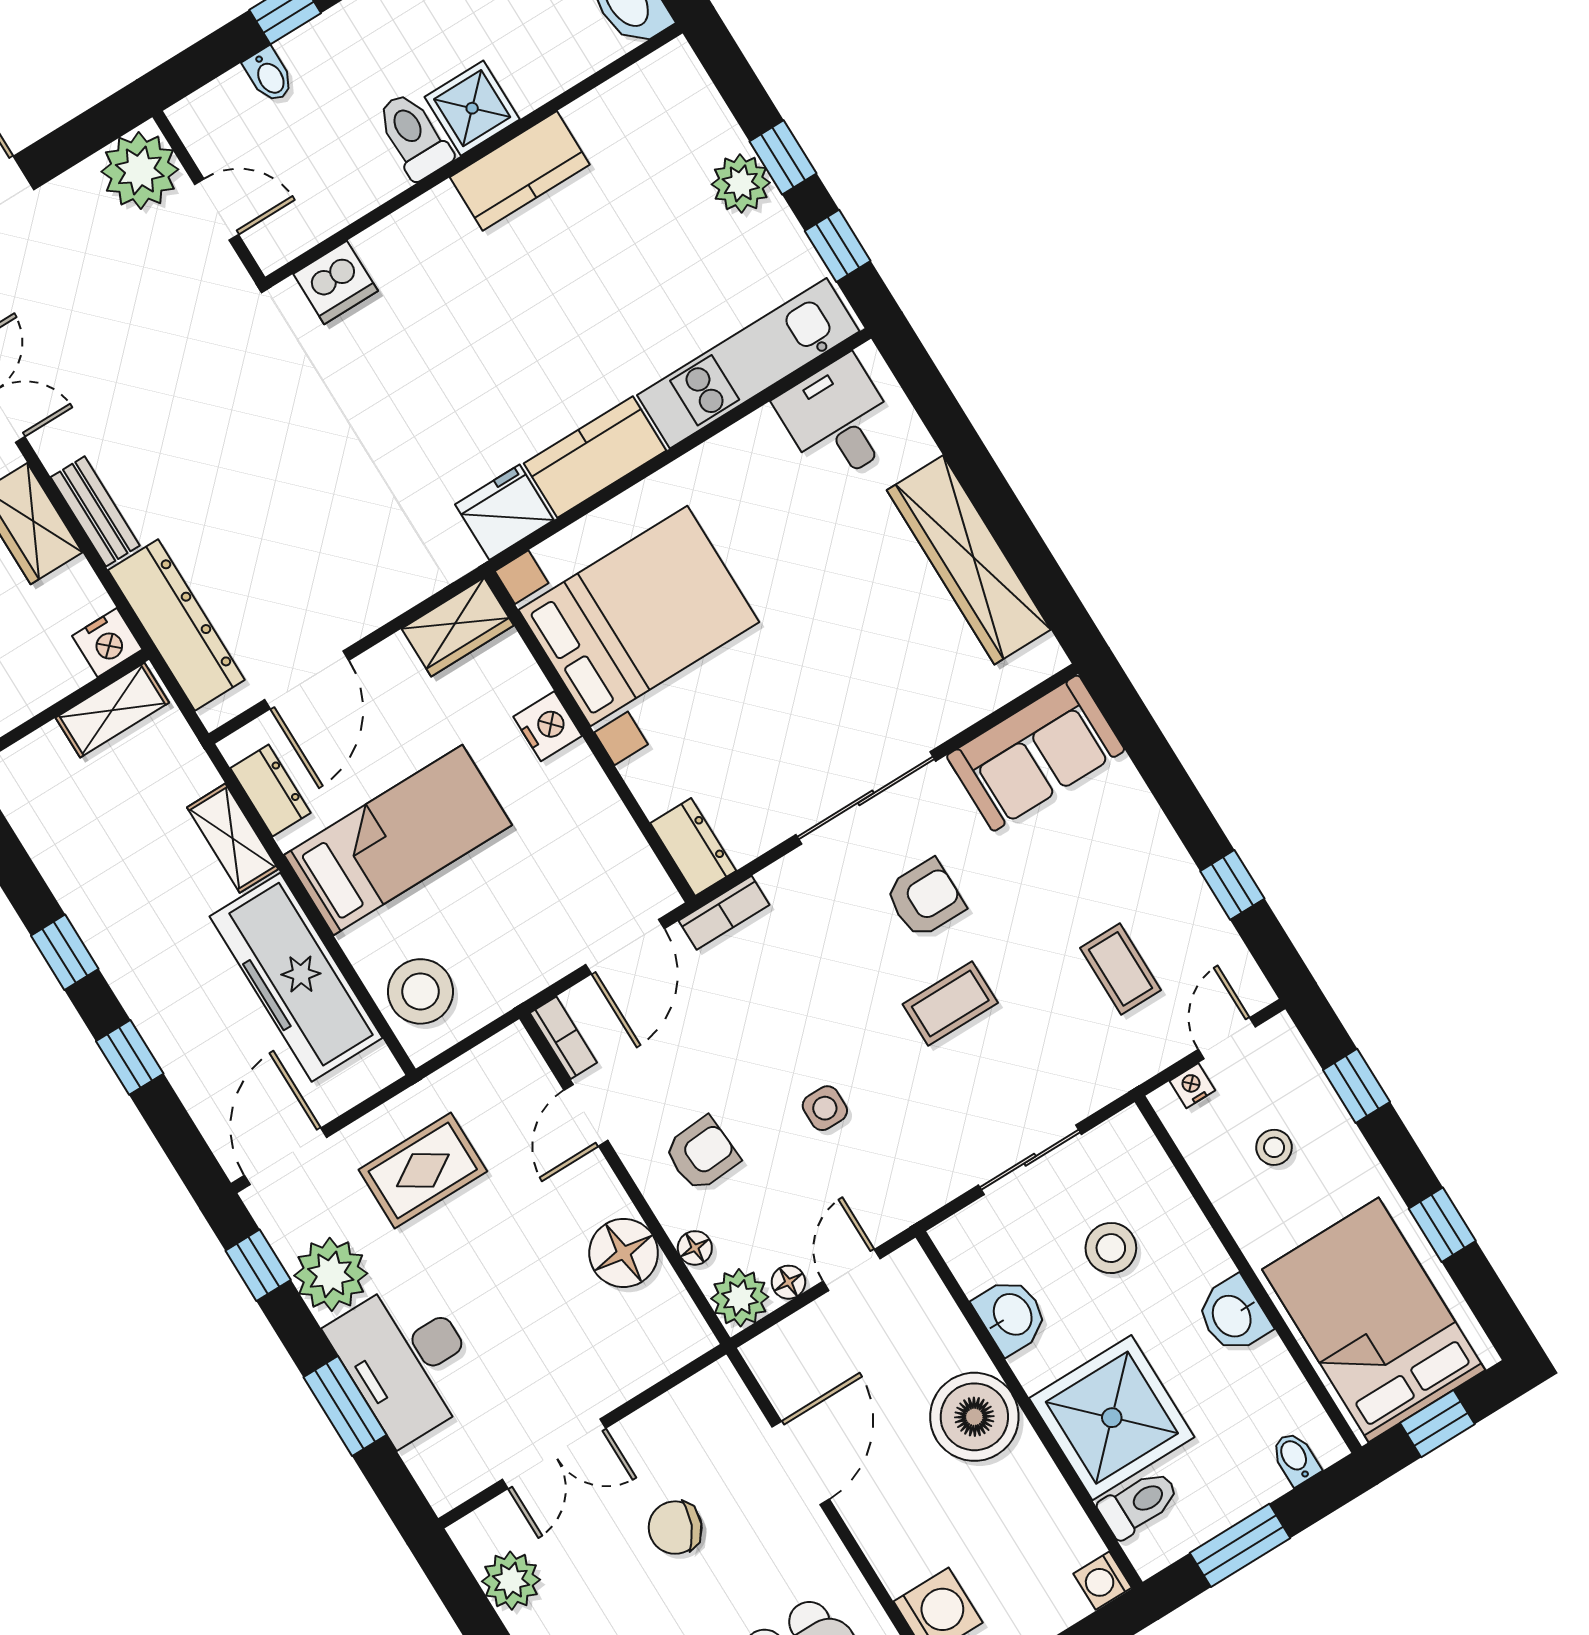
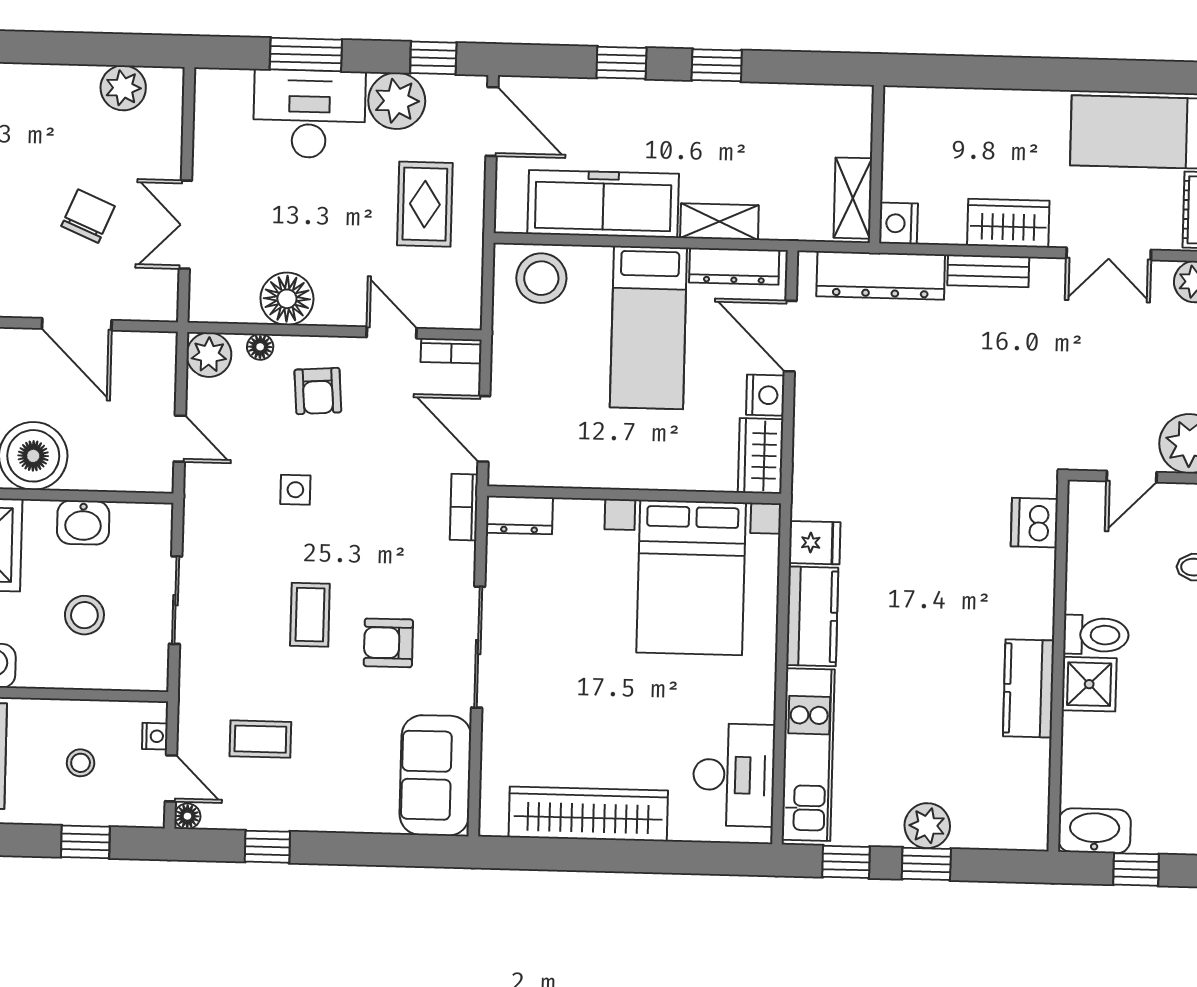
desk: (838, 420) -> (734, 775), width x1.37
fridge: (504, 512) -> (815, 543), width x0.72
nightstand: (548, 726) -> (765, 395), moved, turned -90
dresser: (271, 790) -> (734, 266), width x1.44
armchair: (925, 898) -> (388, 643), turned 90
floor lamp: (788, 1282) -> (187, 816), moved
double door: (554, 1454) -> (185, 225), moved

